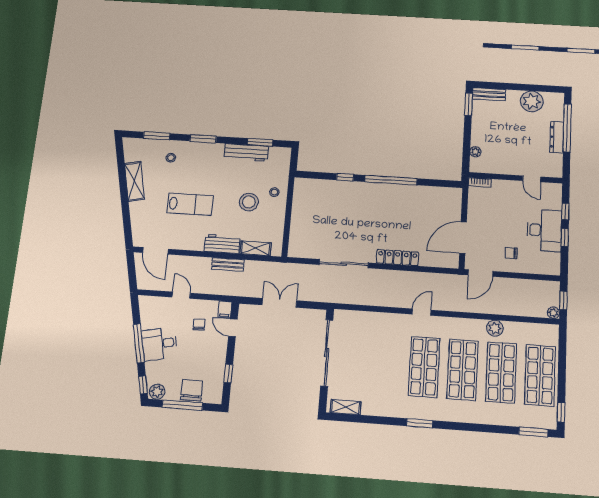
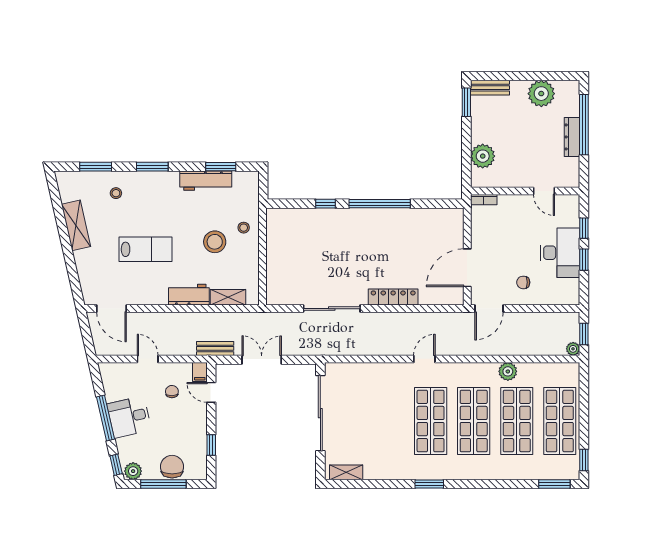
plant: (475, 152) -> (483, 156), width x1.87, depth x1.87
bench: (228, 265) -> (215, 348), moved

